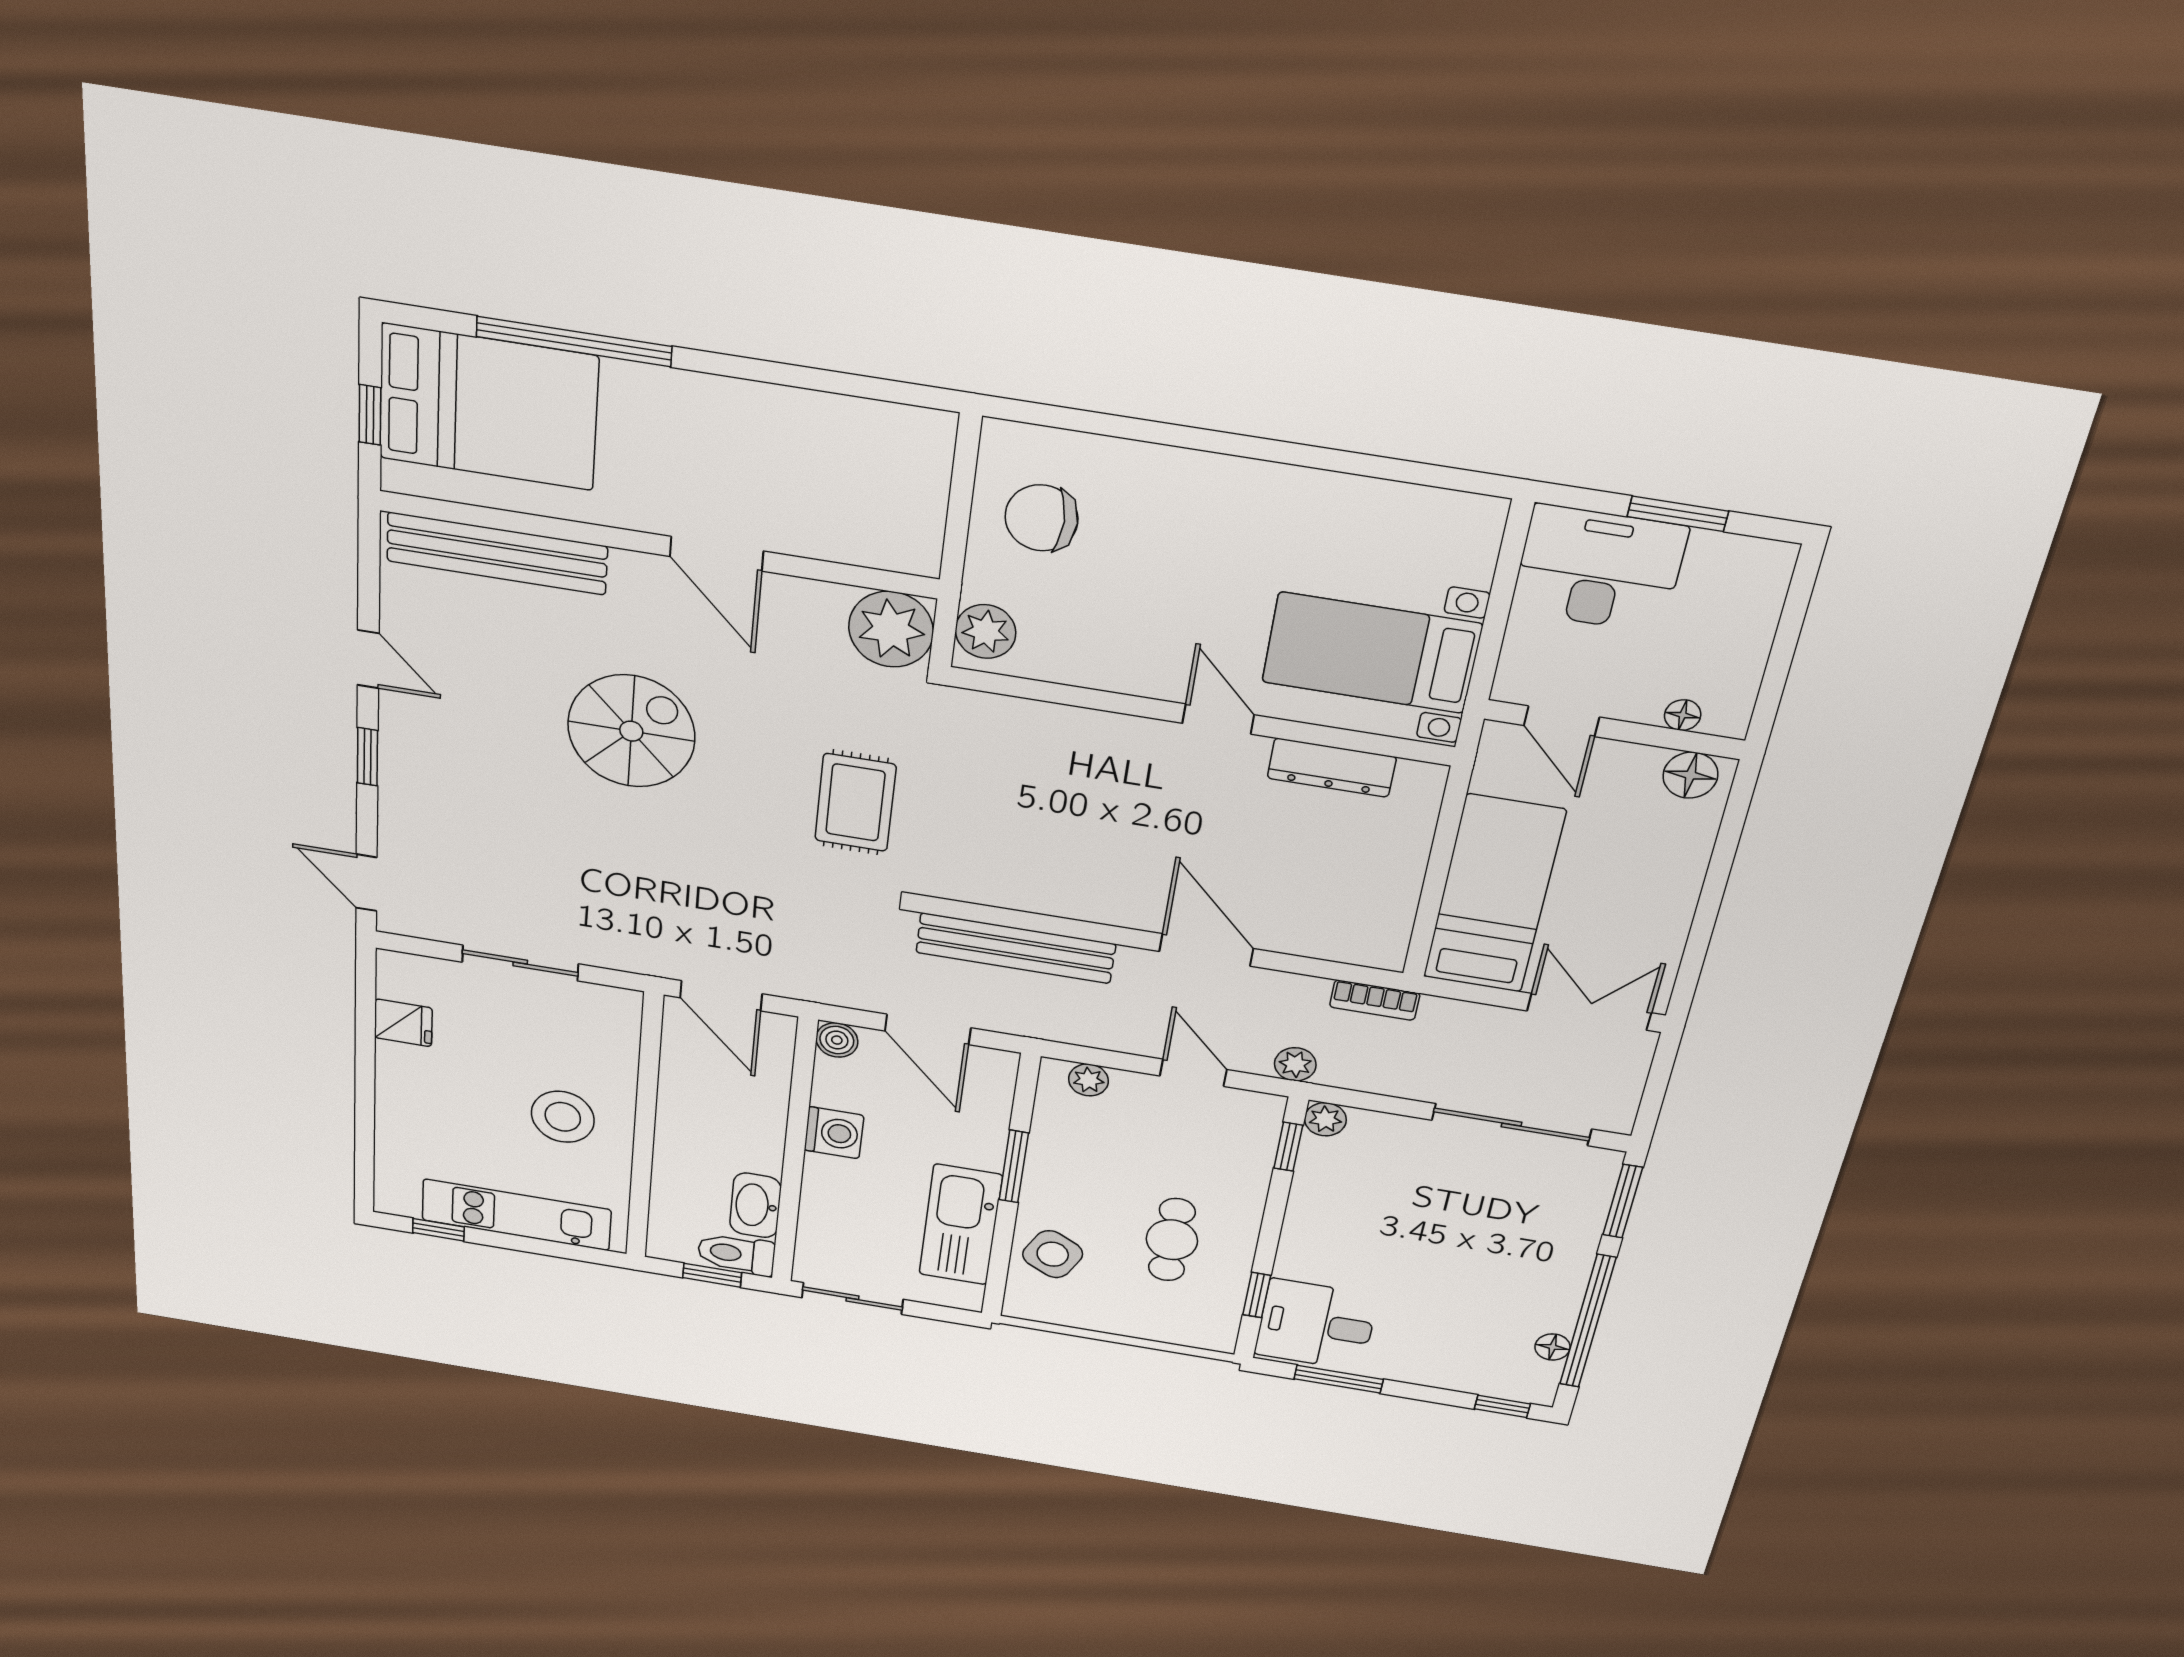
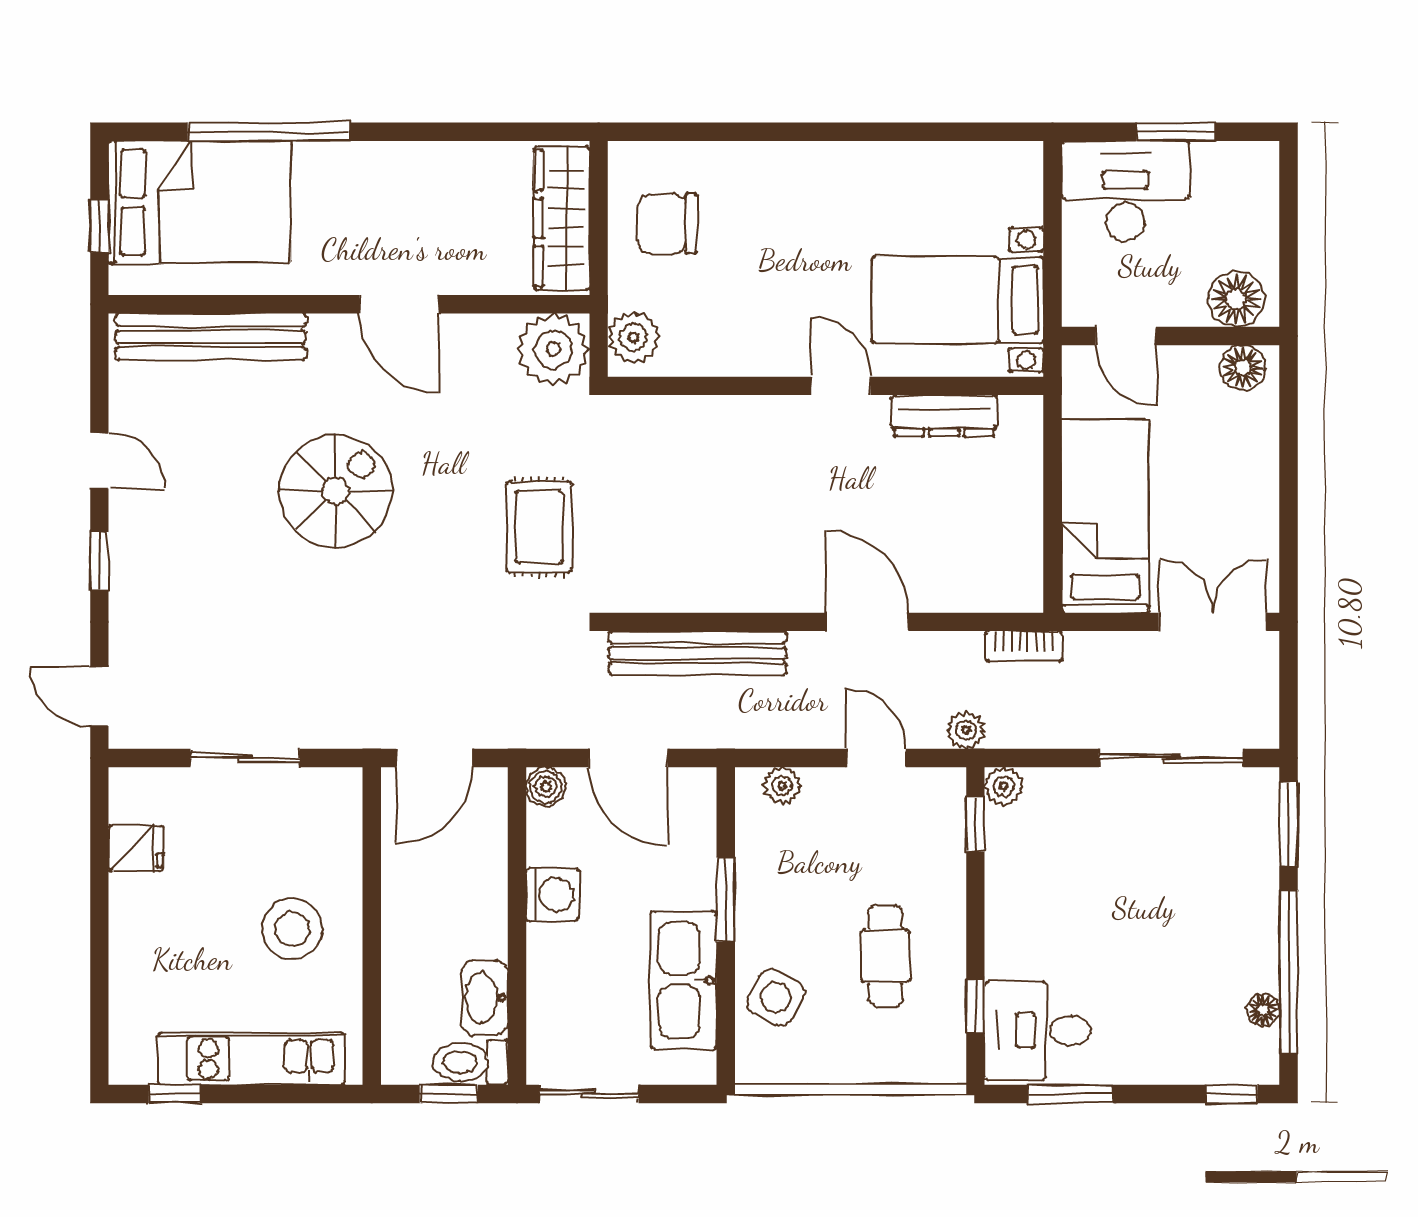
wardrobe: (917, 492) -> (562, 218), added
floor lamp: (1683, 715) -> (1236, 299), width x1.89, depth x1.89
door: (721, 996) -> (434, 758), hinge flipped

